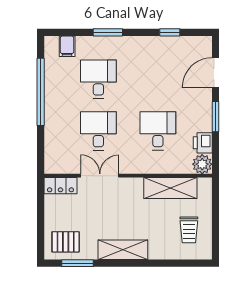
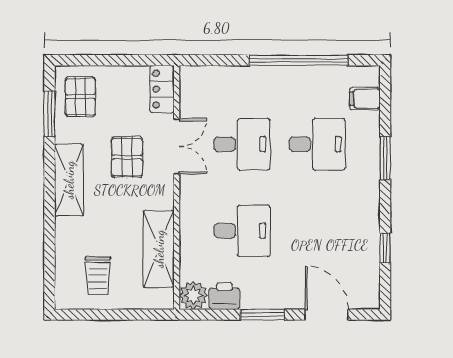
pallet: (107, 210) -> (127, 157), added
trolley: (189, 230) -> (98, 276), turned -90

